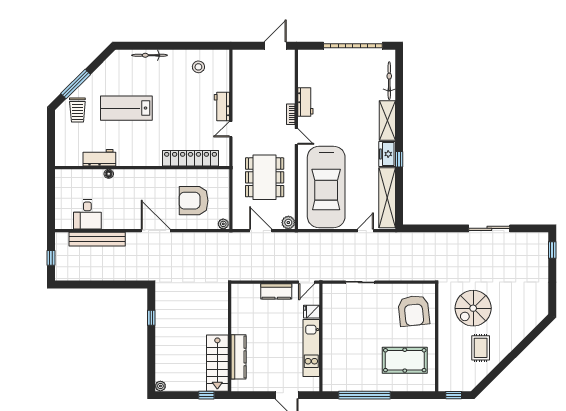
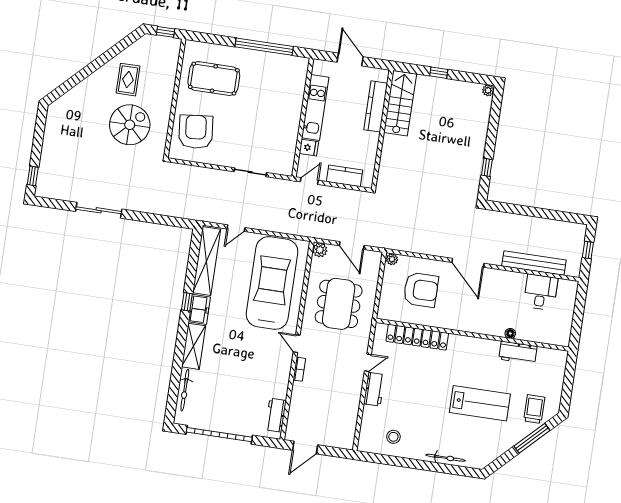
workbench: (305, 102) -> (276, 415), moved
wall: (230, 337) -> (382, 129), moved
kitchen counter: (239, 357) -> (376, 106), moved
stairs: (217, 363) -> (400, 103), moved

